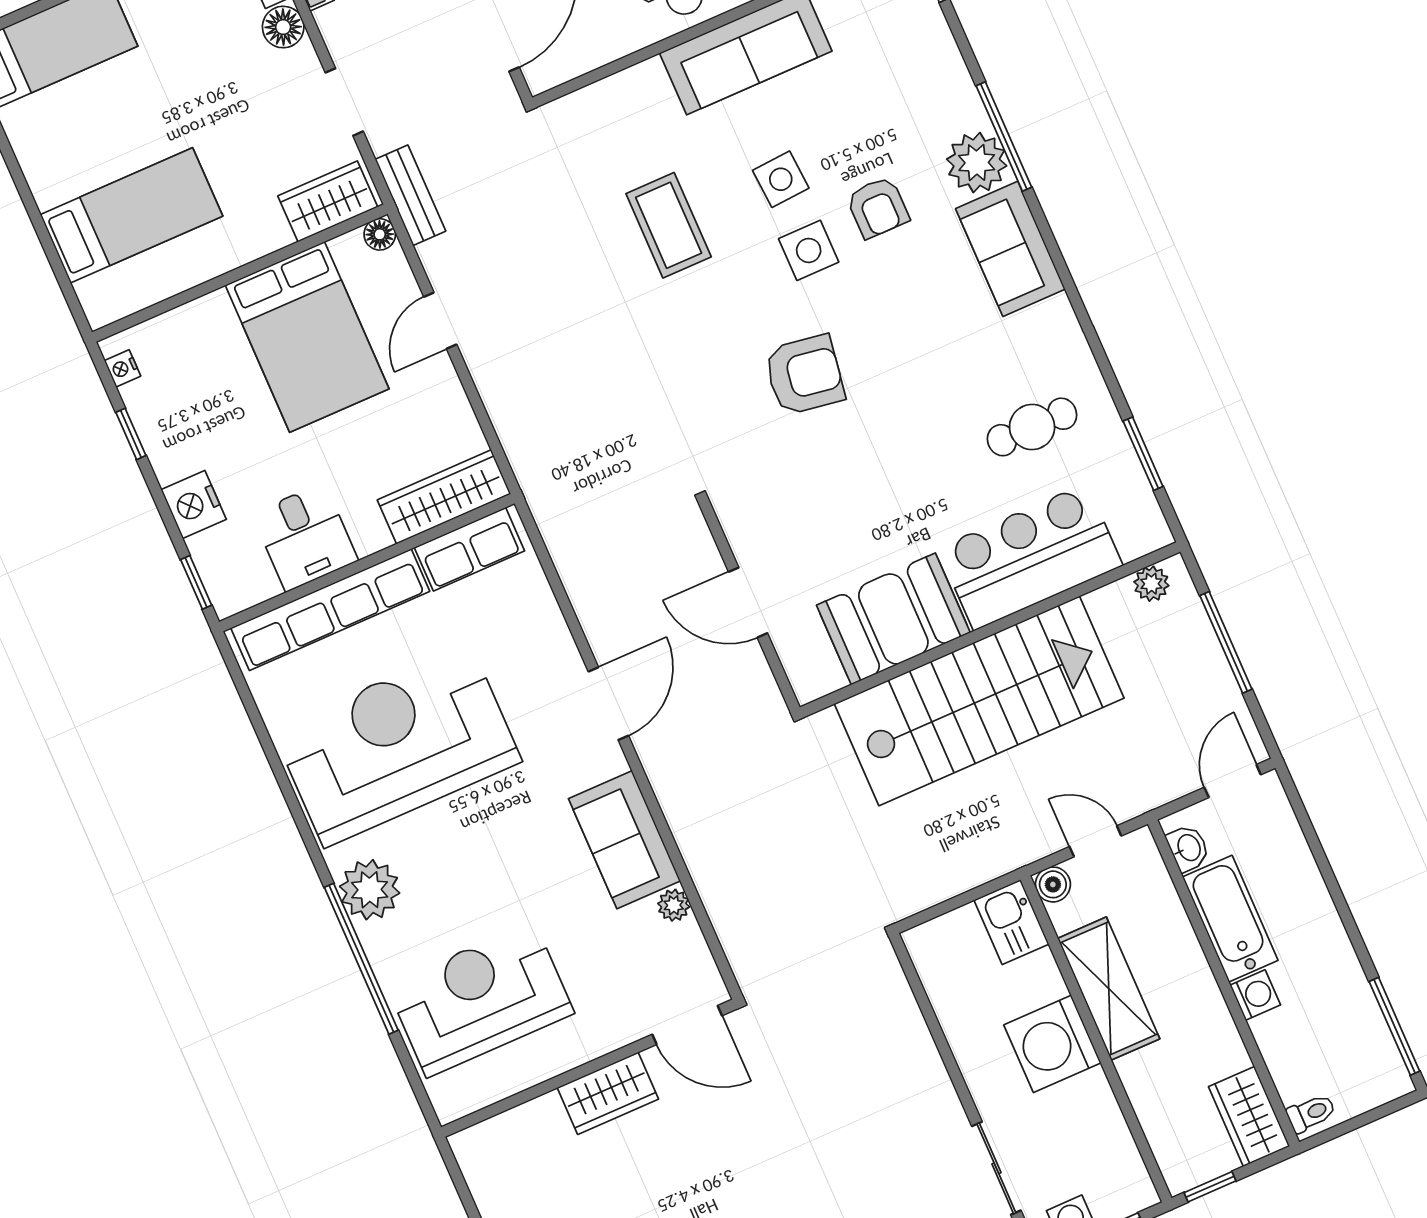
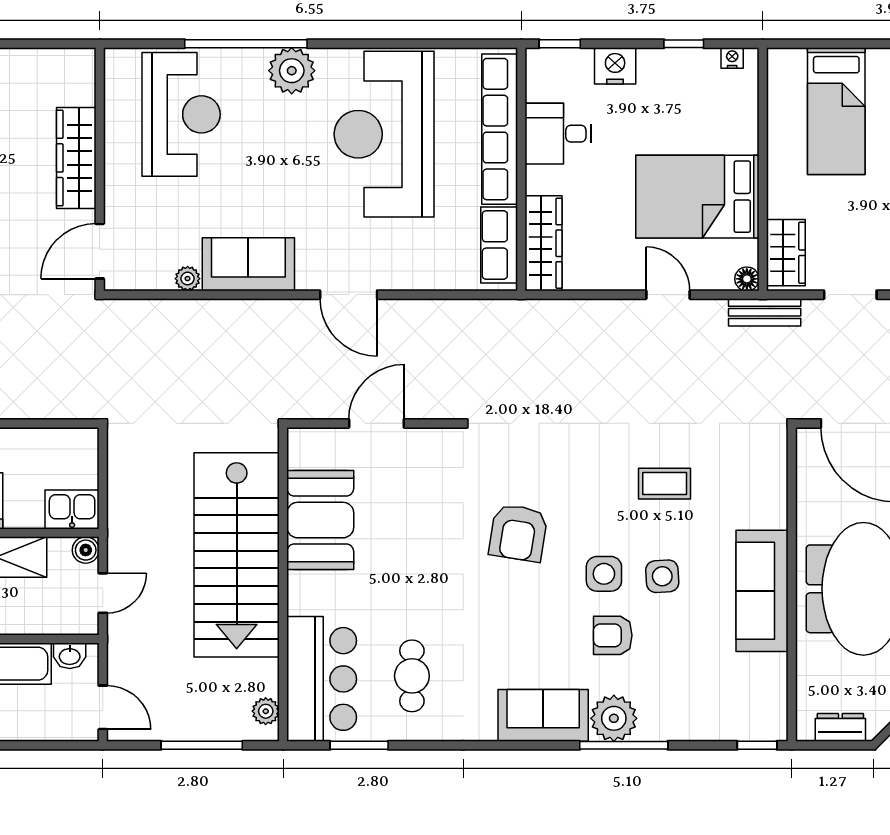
coffee table: (669, 225) -> (665, 484), width x0.73, depth x0.77
bar counter: (1030, 557) -> (322, 679), moved
reception desk: (397, 746) -> (384, 134), turned 180
wardrobe: (608, 1093) -> (76, 158), width x1.50

